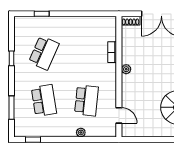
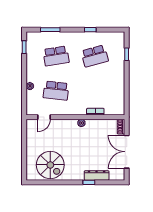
school desk: (44, 53) -> (95, 56), turned -39

